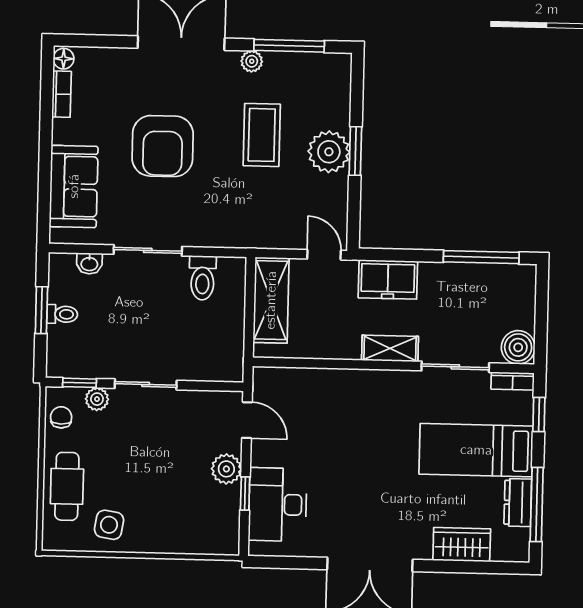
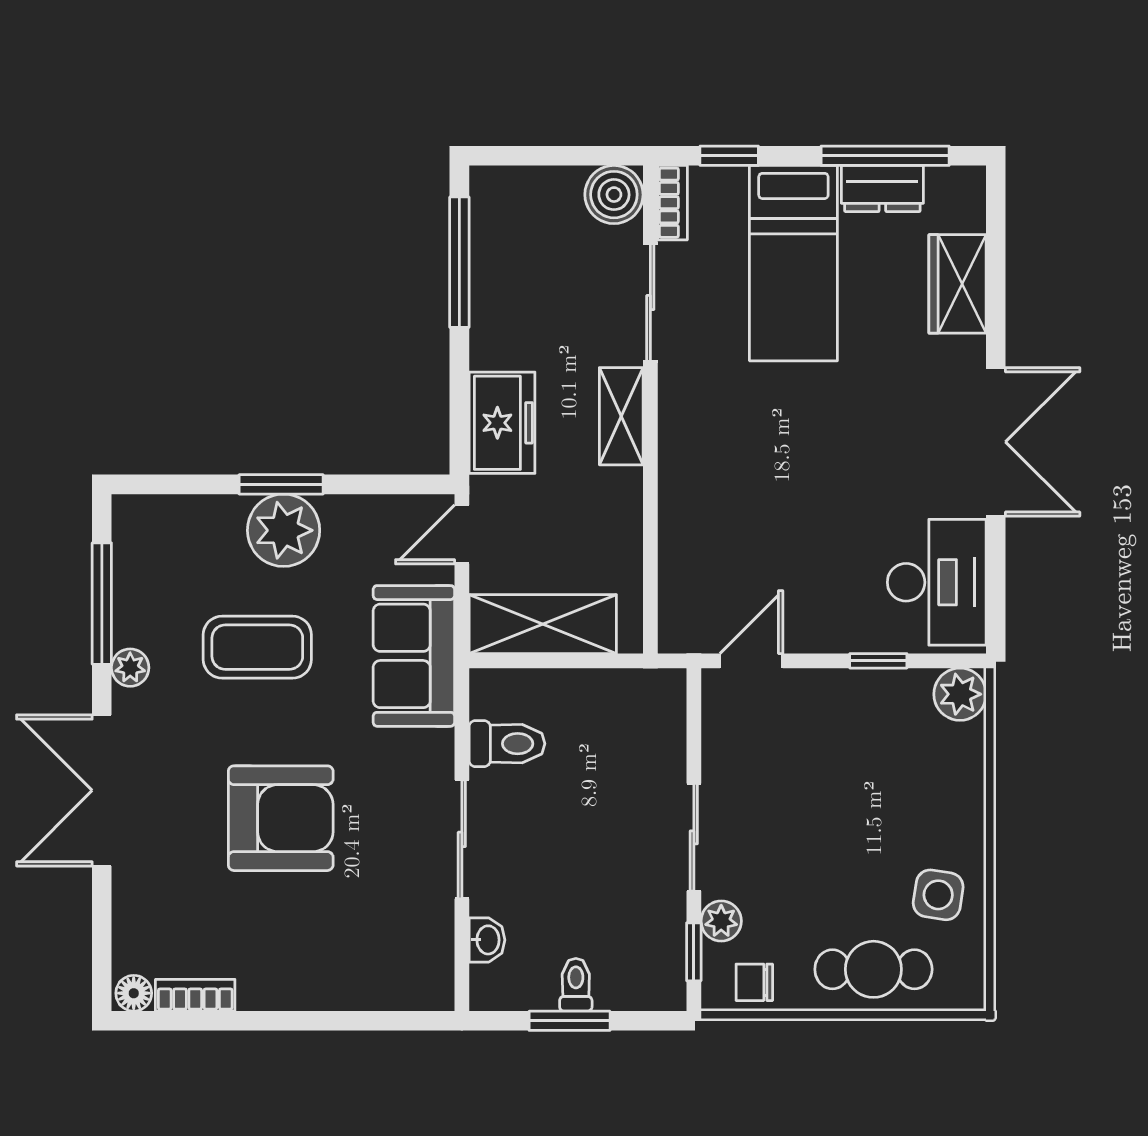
sofa: (74, 186) -> (414, 656), moved, turned -90
plant: (226, 469) -> (960, 694), moved
desk: (278, 505) -> (937, 582), moved, turned -90

